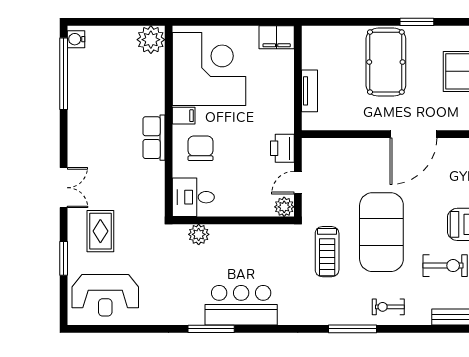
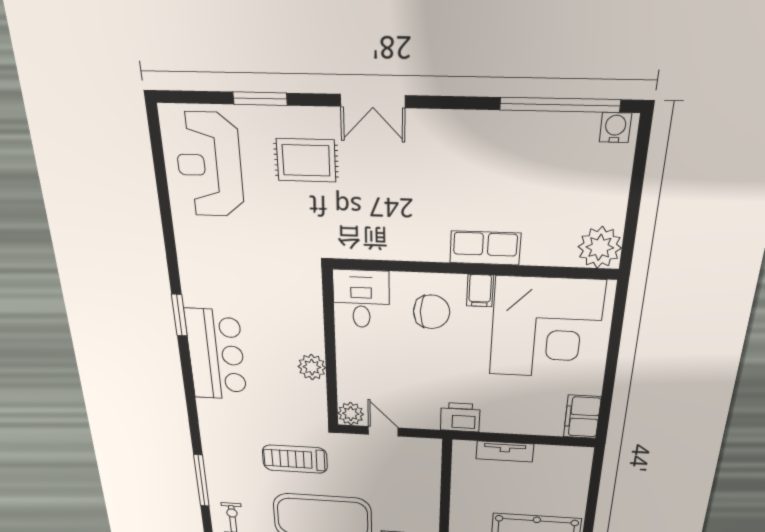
row of seats: (154, 138) -> (485, 248), moved
printer: (282, 148) -> (460, 417), moved
plant: (199, 234) -> (312, 367), moved
window: (211, 329) -> (179, 315), width x0.69

